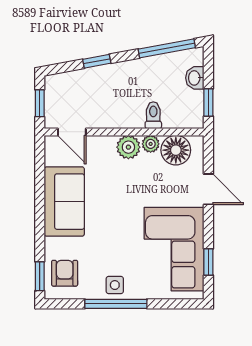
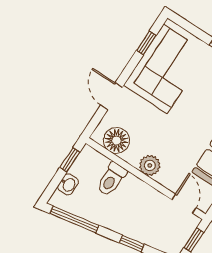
toilet: (153, 115) -> (112, 179), width x1.37, depth x1.39
plant: (151, 144) -> (132, 157), removed

